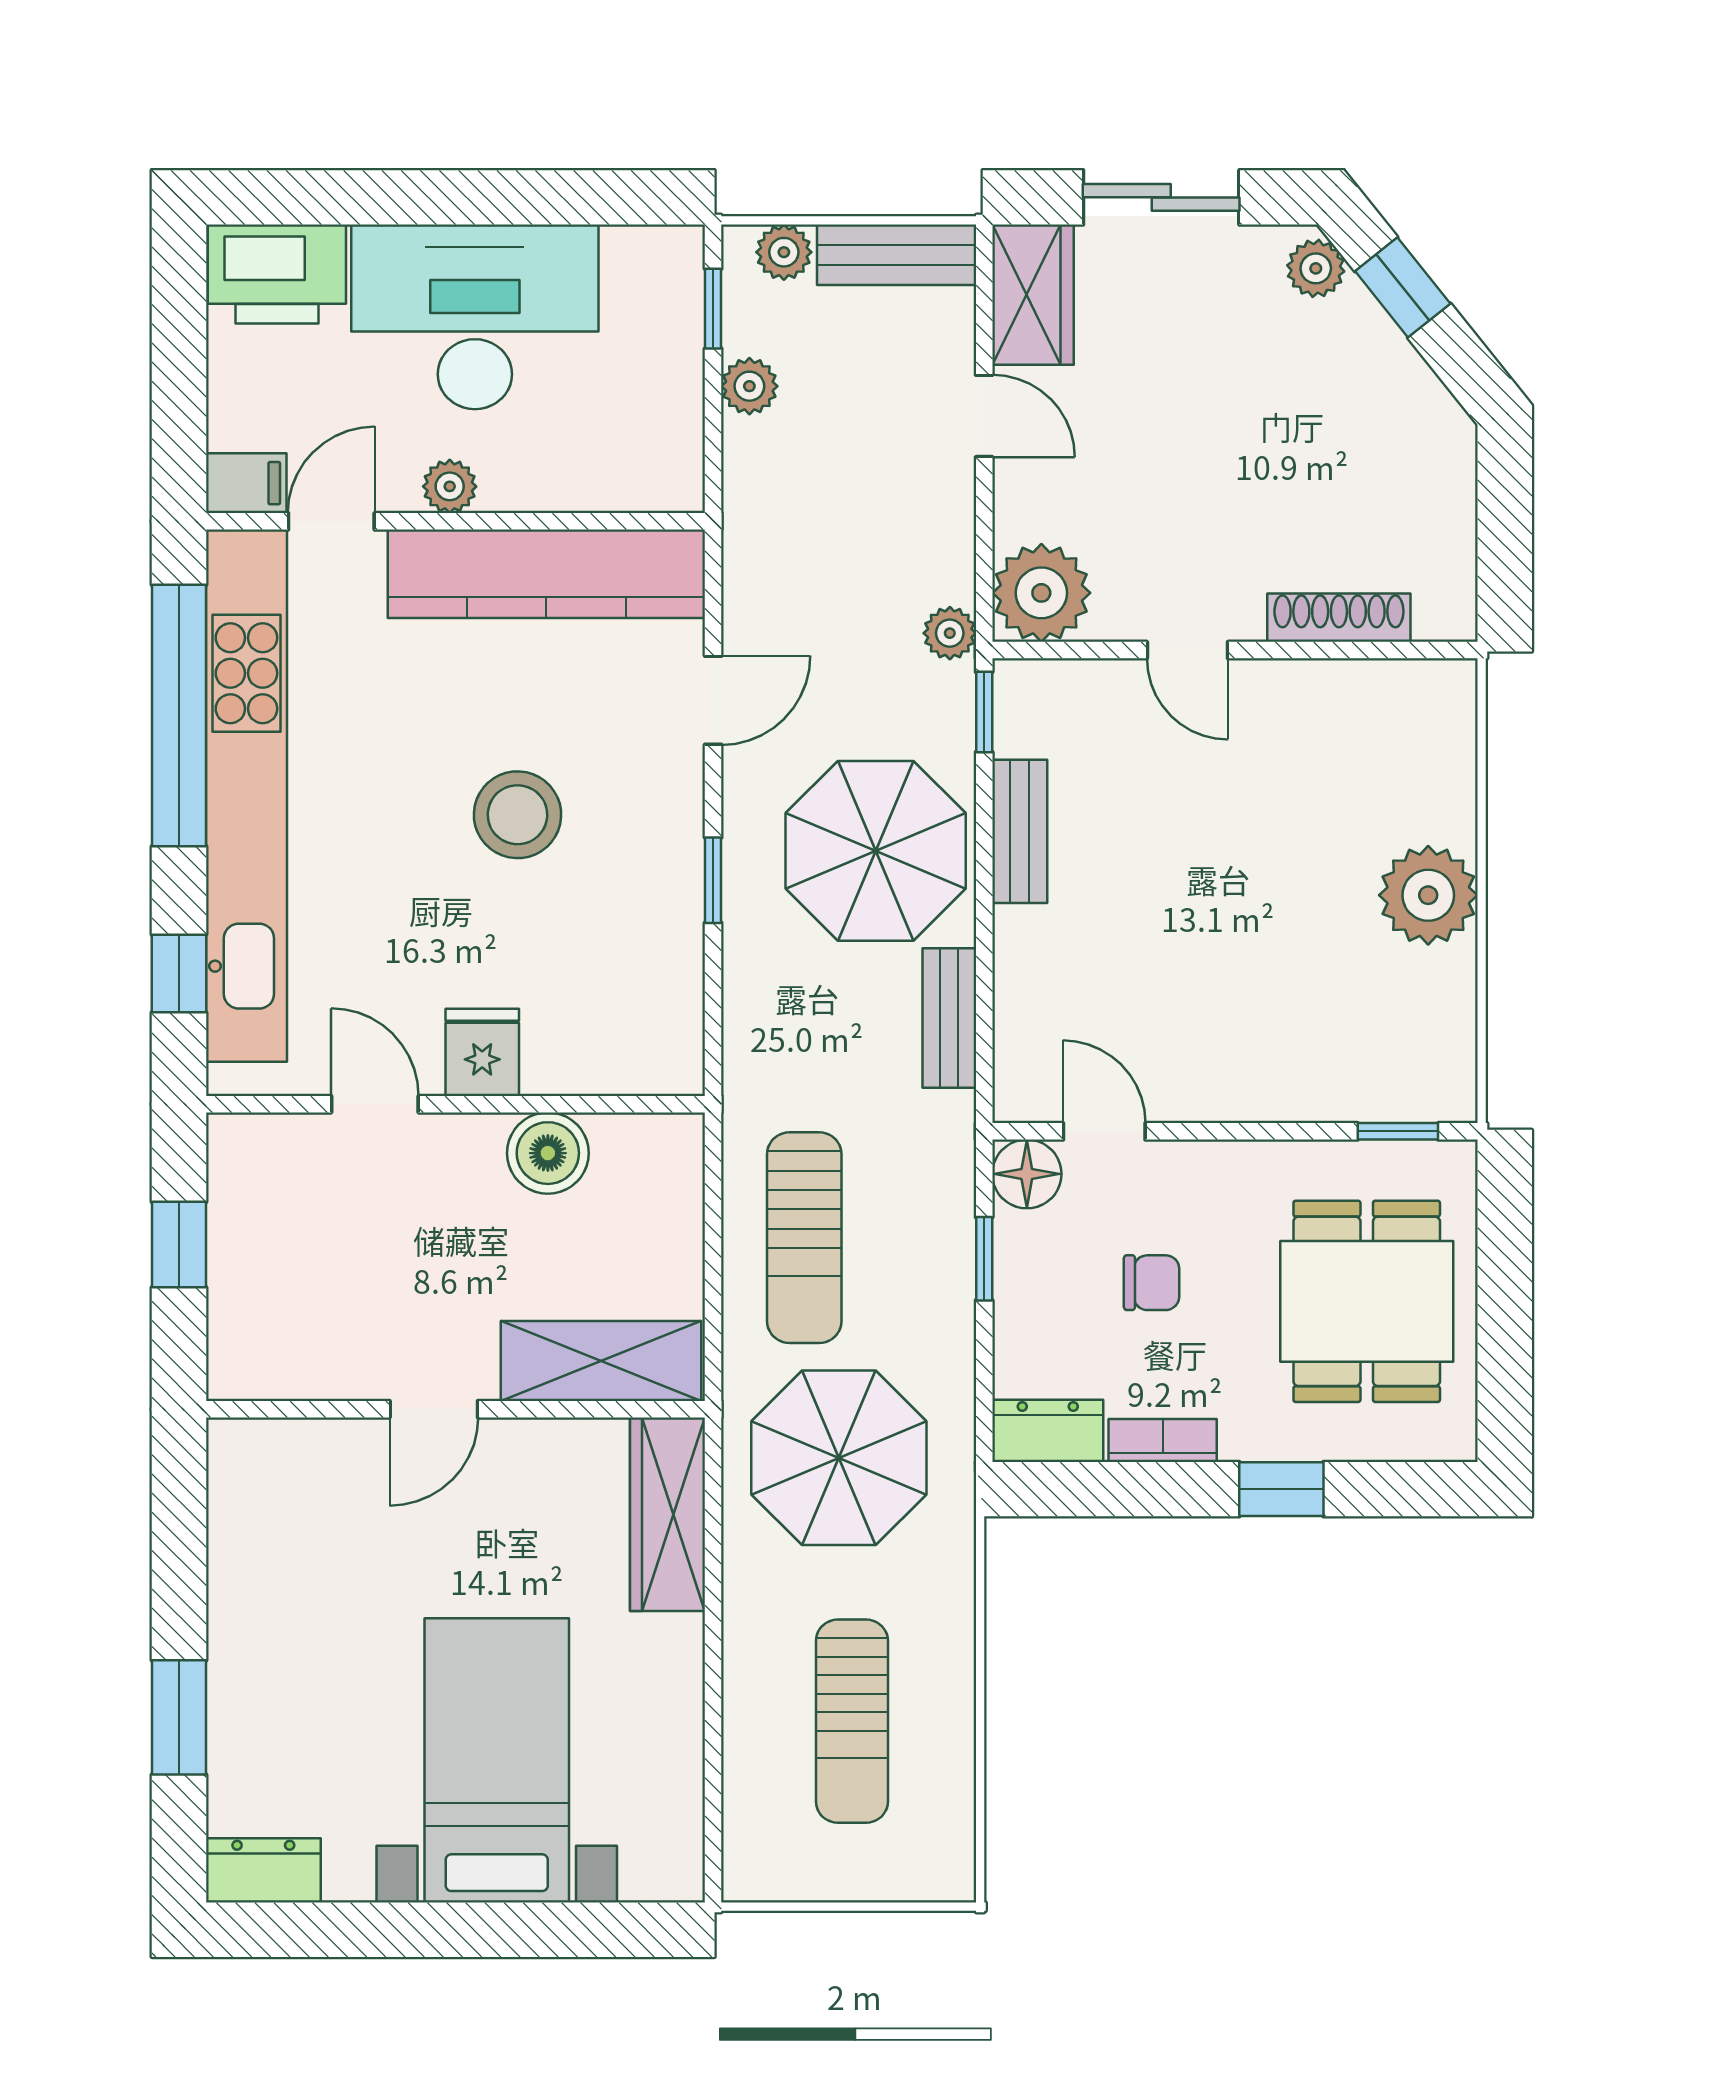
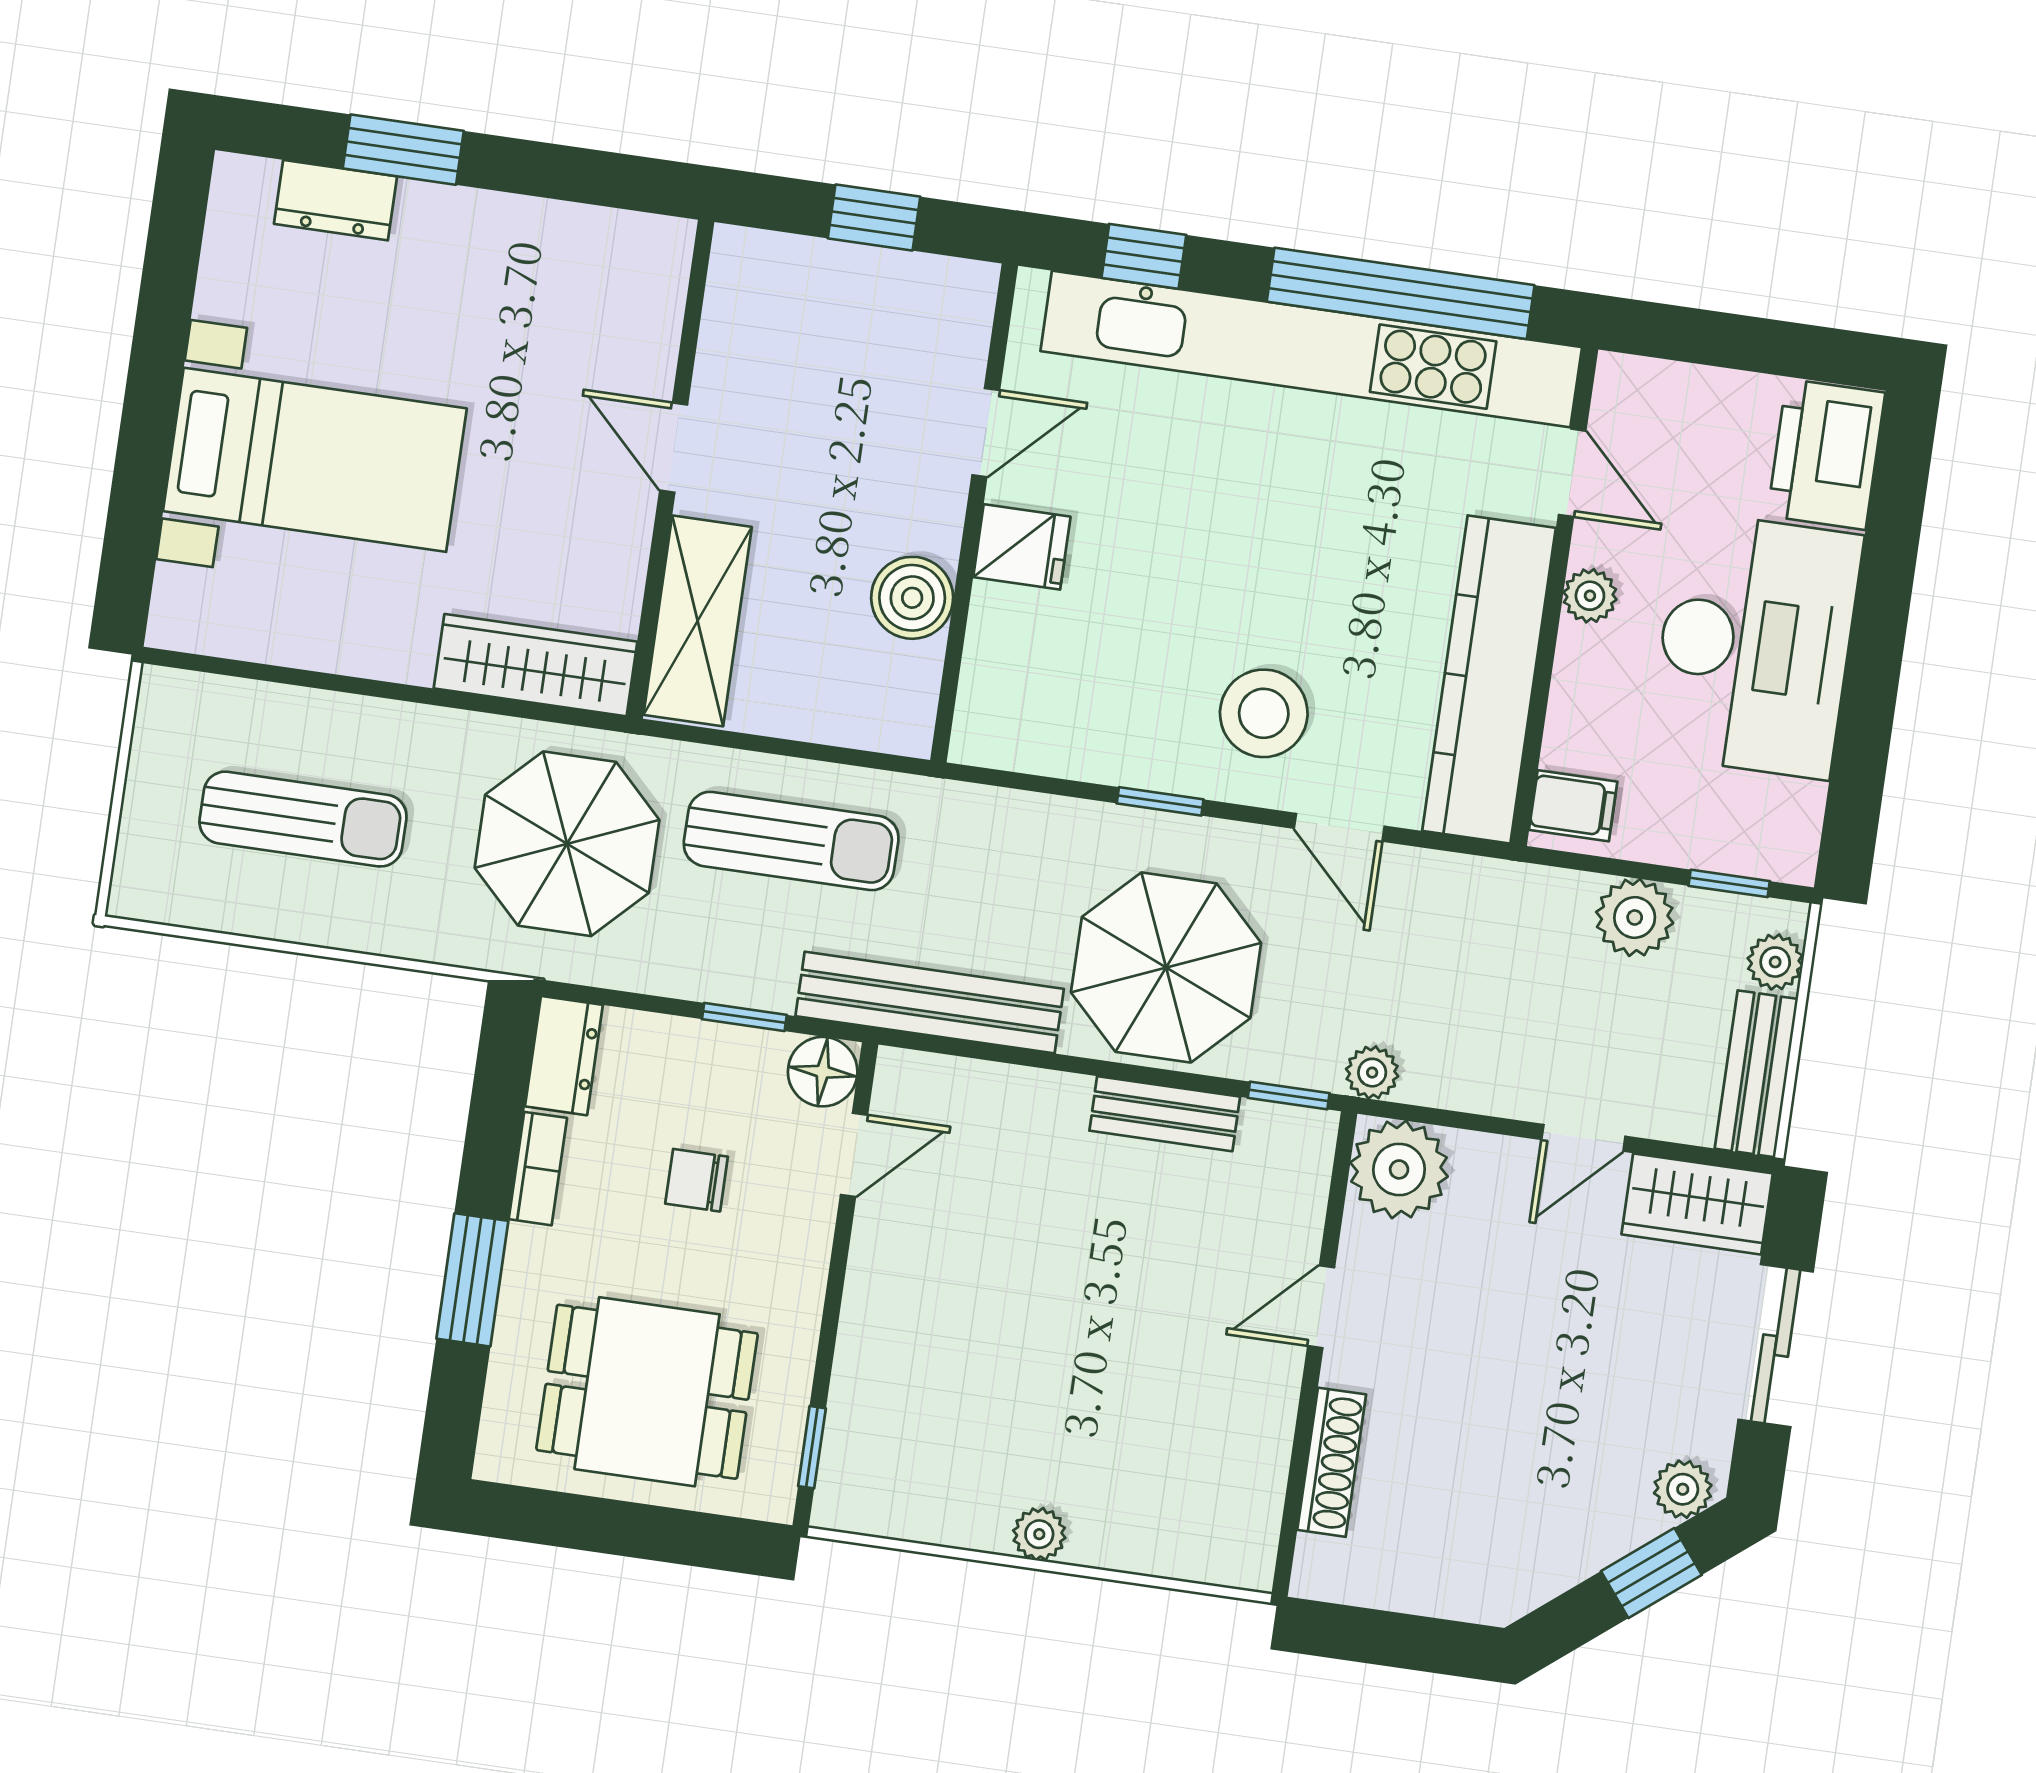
plant: (749, 386) -> (1635, 917), width x1.38, depth x1.38
filing cabinet: (246, 483) -> (1573, 806), moved, turned -90
stool: (517, 815) -> (1264, 713), moved
plant: (1428, 895) -> (1039, 1534), width x0.53, depth x0.53
bench: (949, 1018) -> (930, 1003), width x1.86, depth x1.21
sun lounger: (804, 1238) -> (791, 841), turned 180
chair: (1151, 1283) -> (697, 1180), turned 90
window: (1281, 1489) -> (472, 1280), width x1.50
sun lounger: (852, 1721) -> (303, 819), turned 180
dresser: (263, 1870) -> (336, 200), moved, turned 90

